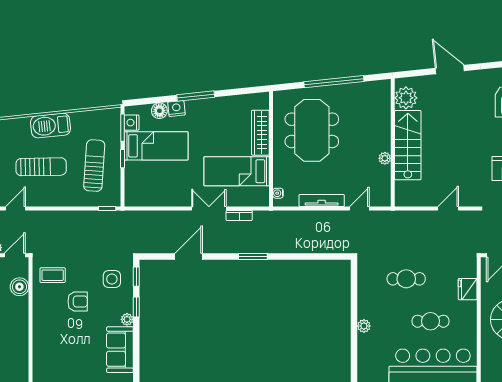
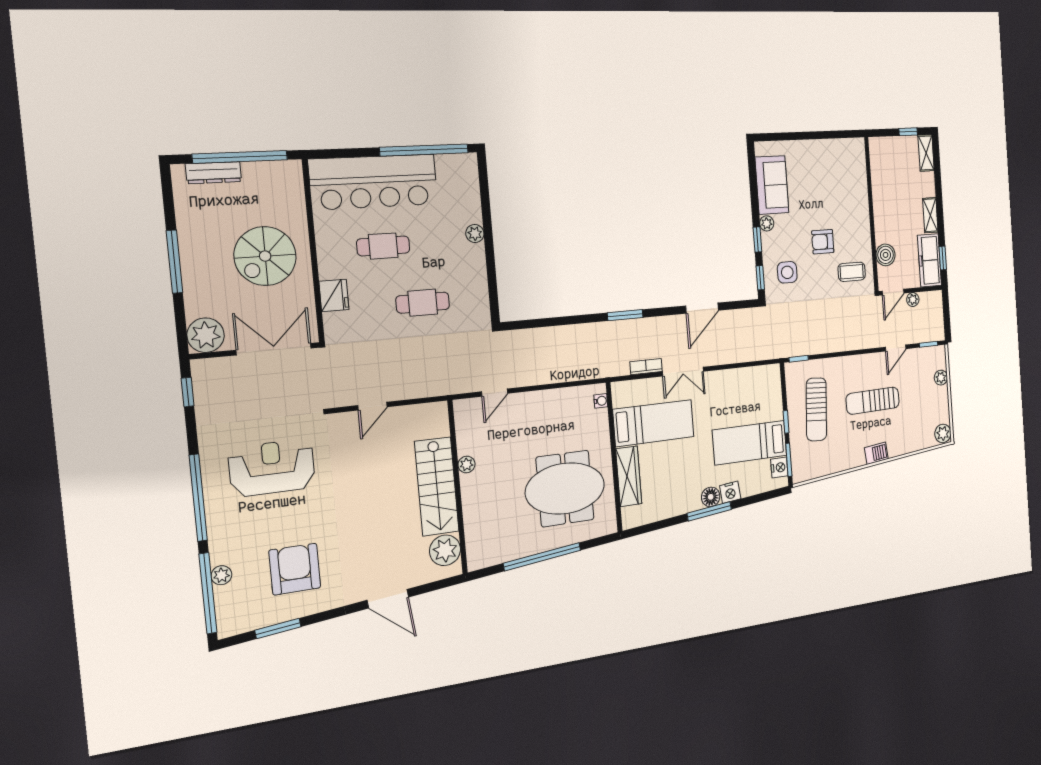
floor lamp: (159, 111) -> (711, 497), moved
barbecue: (51, 126) -> (876, 453), width x0.53, depth x0.65
meeting table: (312, 130) -> (565, 489), turned 90
tv unit: (322, 200) -> (545, 398), removed

